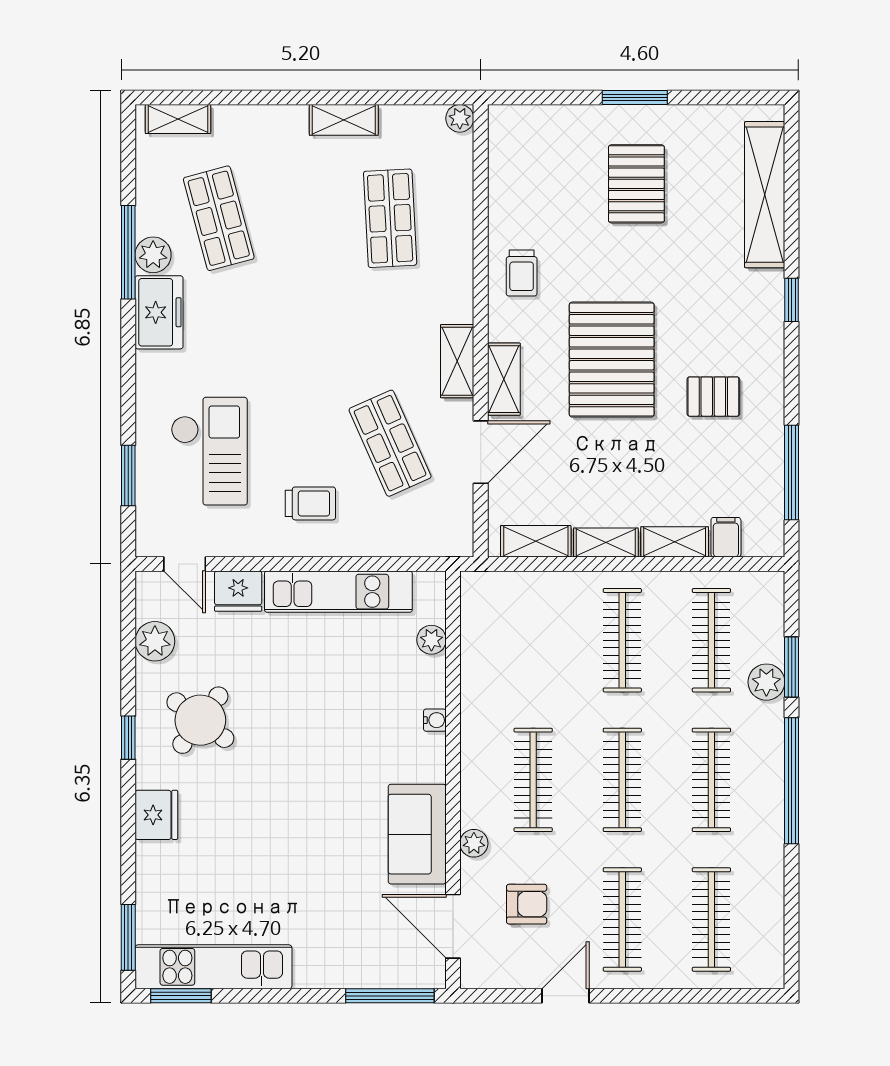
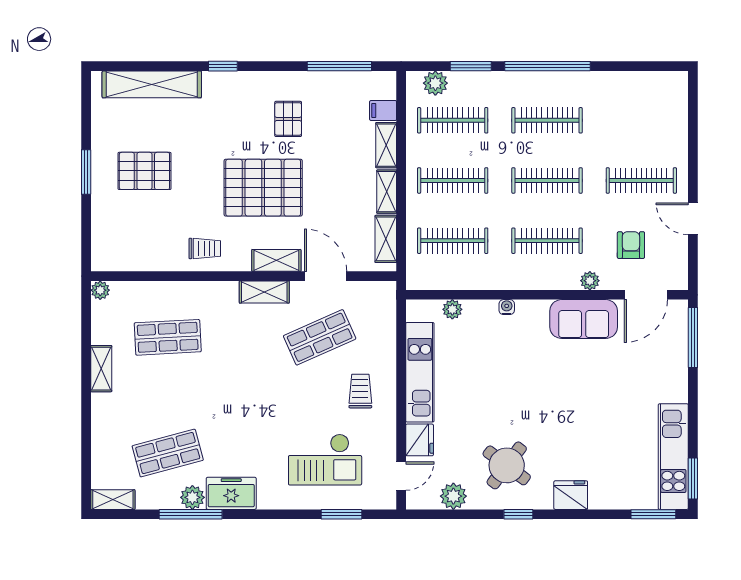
shelving: (178, 119) -> (113, 500), moved, turned 90
checkout: (209, 451) -> (325, 460), turned 180
plant: (766, 682) -> (435, 83), moved
clothes rail: (711, 919) -> (453, 241), moved

